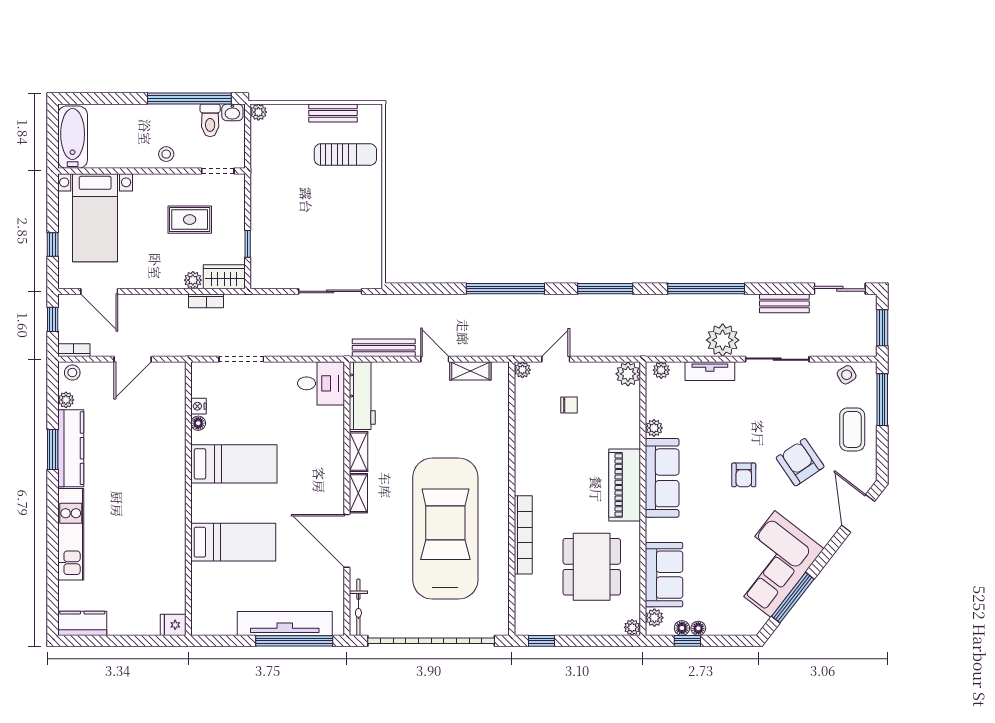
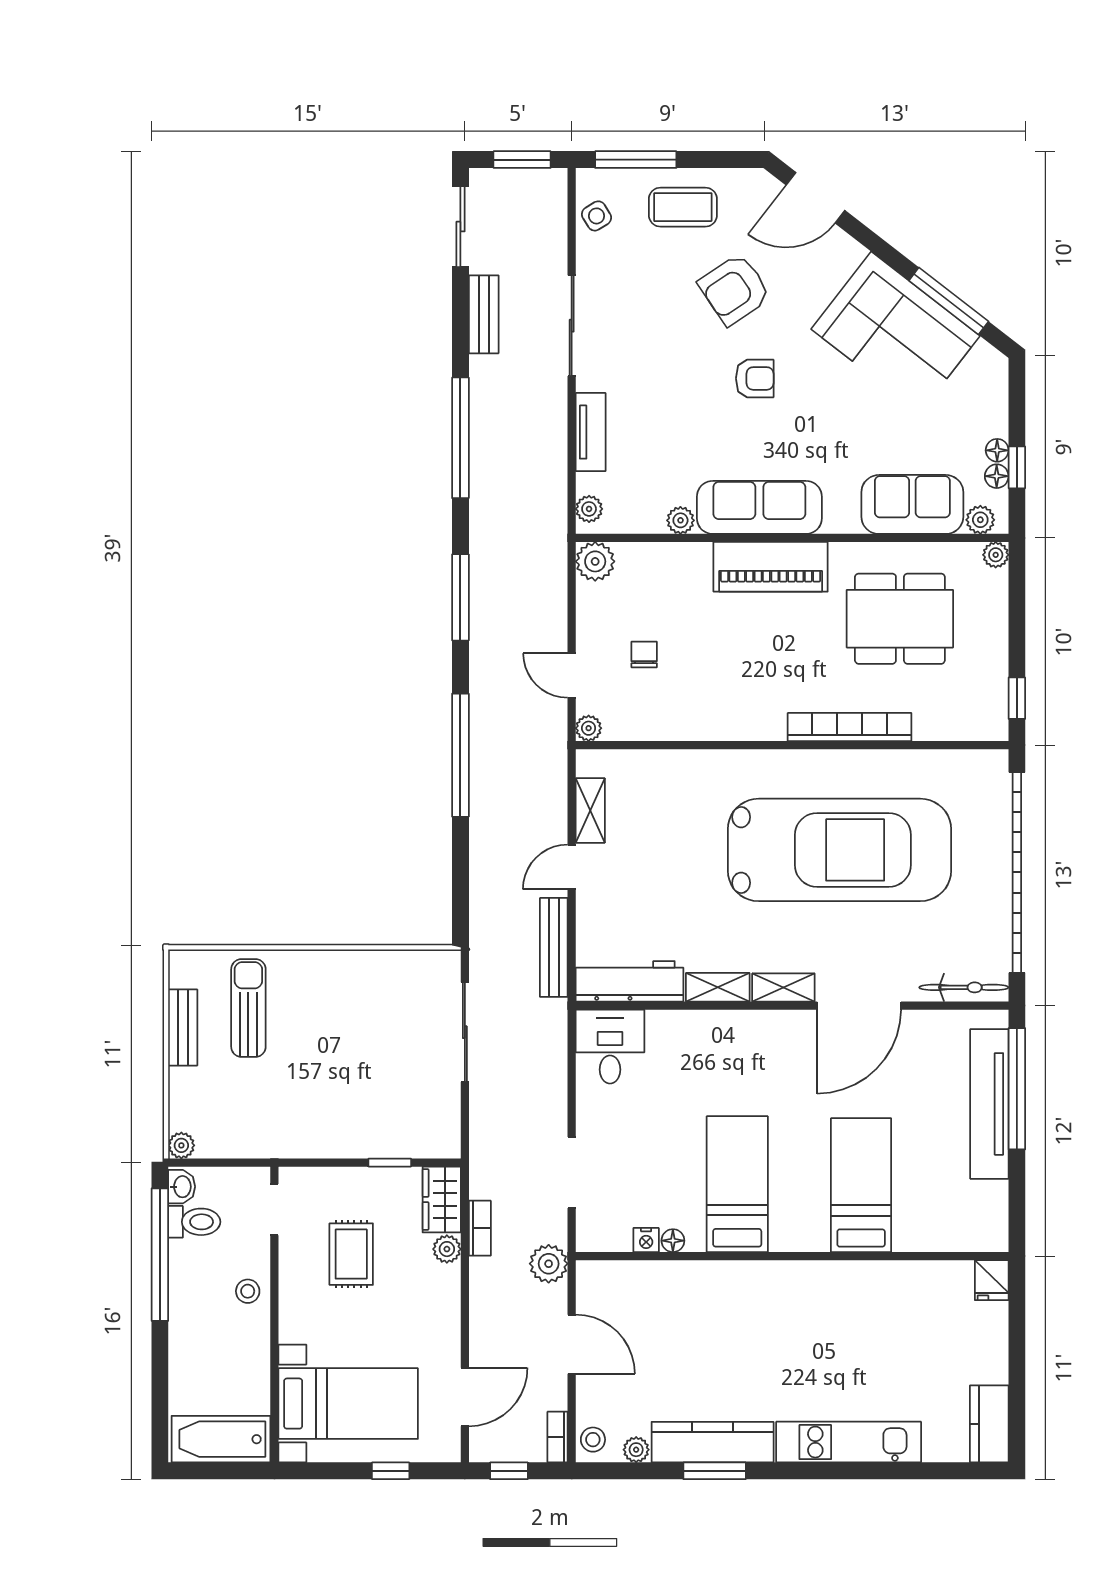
plant: (723, 340) -> (549, 1264), moved, width x0.73, depth x0.73
car: (445, 529) -> (839, 850), turned 180

